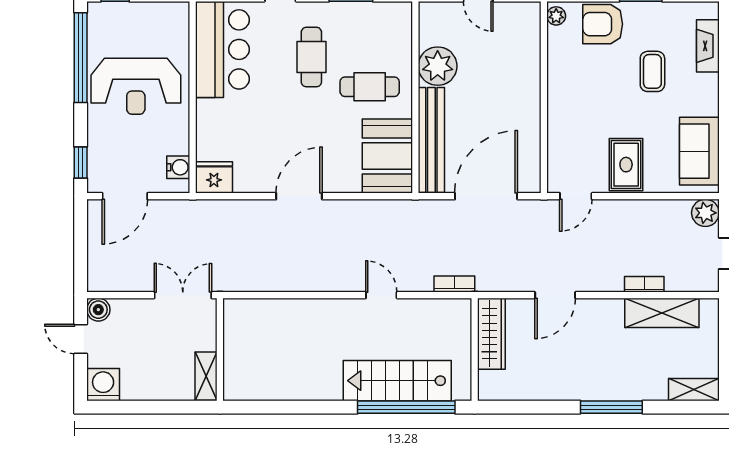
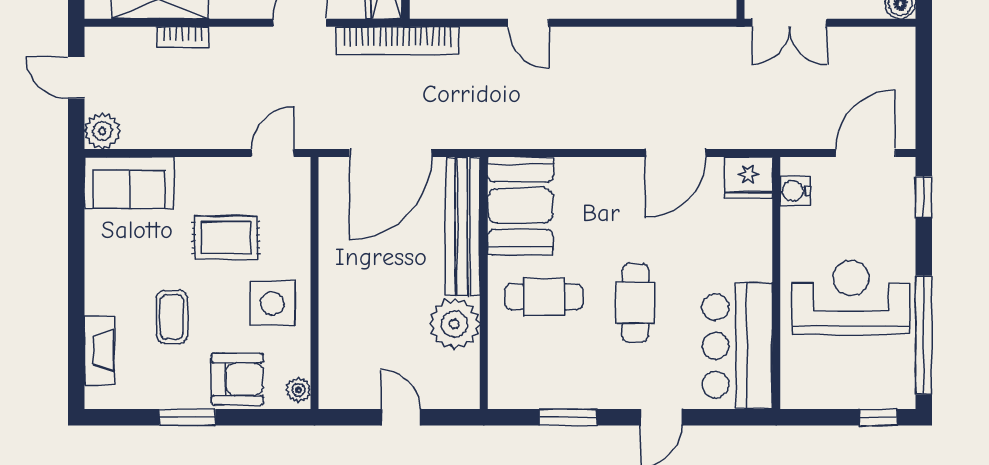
cafe table: (311, 57) -> (635, 303), moved
side table: (576, 82) -> (272, 303), added
sofa: (699, 151) -> (129, 183), moved, turned 90
rug: (626, 165) -> (226, 238), moved, turned 90
door: (299, 196) -> (676, 153), moved
bookcase: (454, 284) -> (397, 41), width x2.31, depth x1.31

